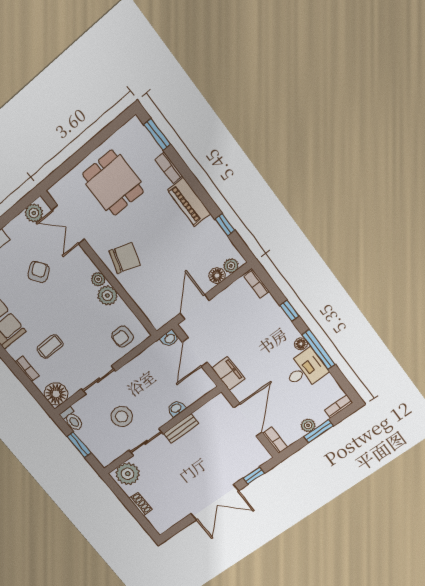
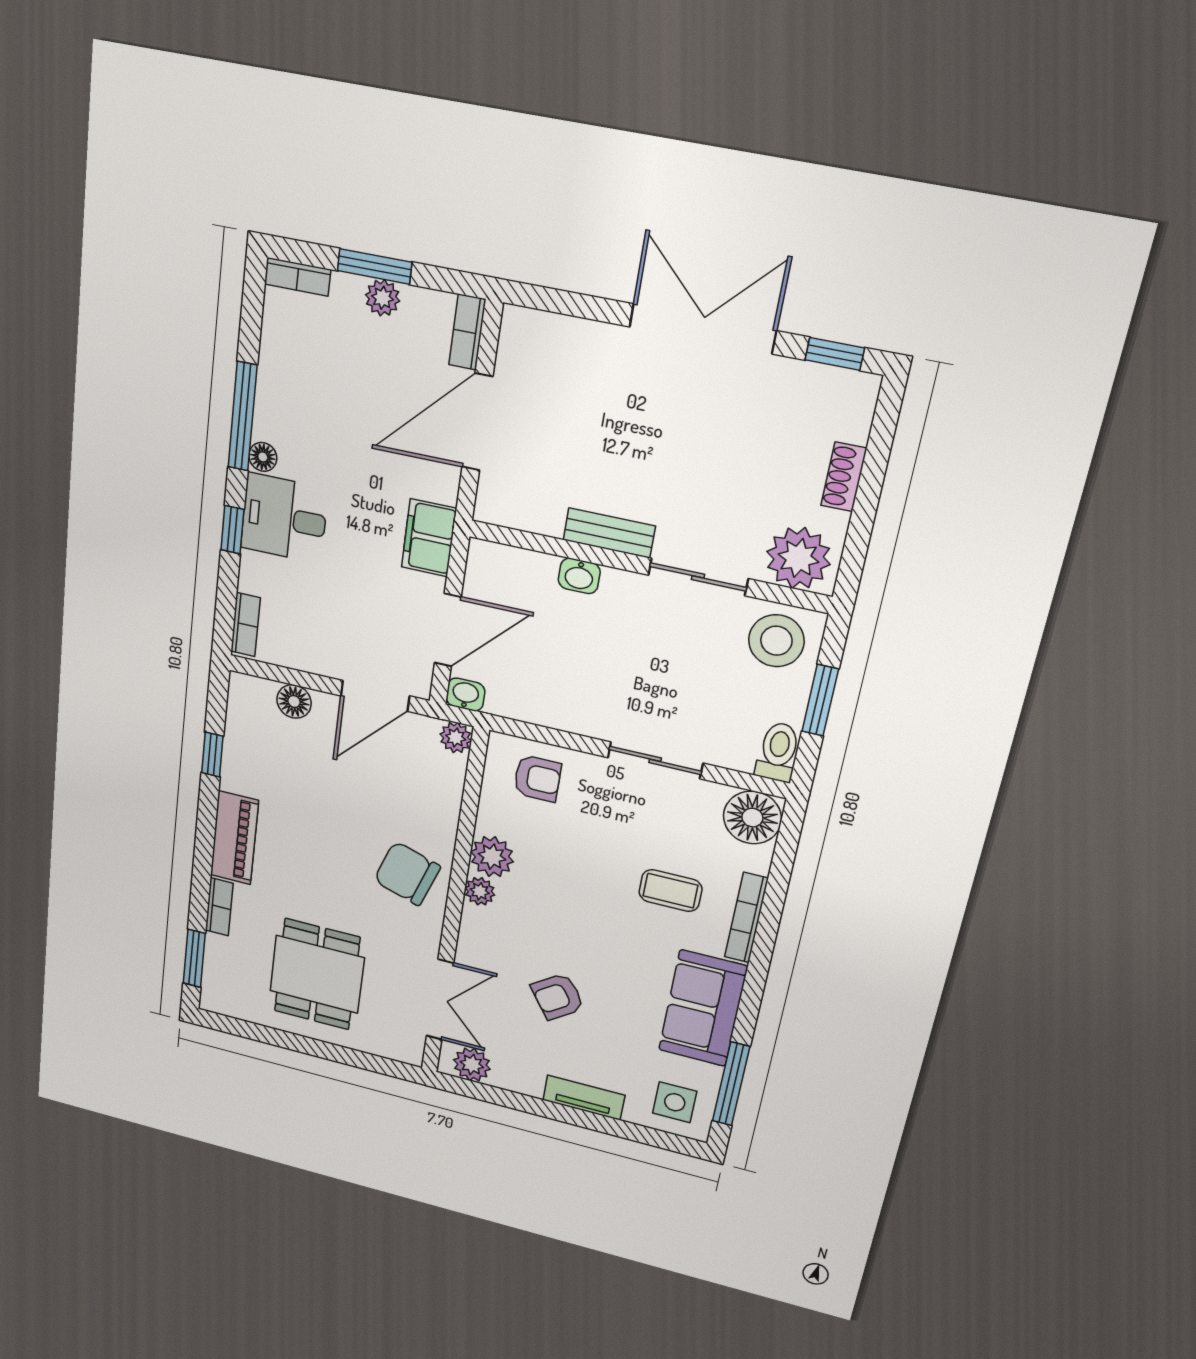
plant: (231, 266) -> (456, 738), moved
bookcase: (27, 369) -> (746, 918), width x1.56
desk: (305, 370) -> (284, 518), moved
stool: (122, 416) -> (776, 641), moved
window: (254, 476) -> (835, 354), moved

